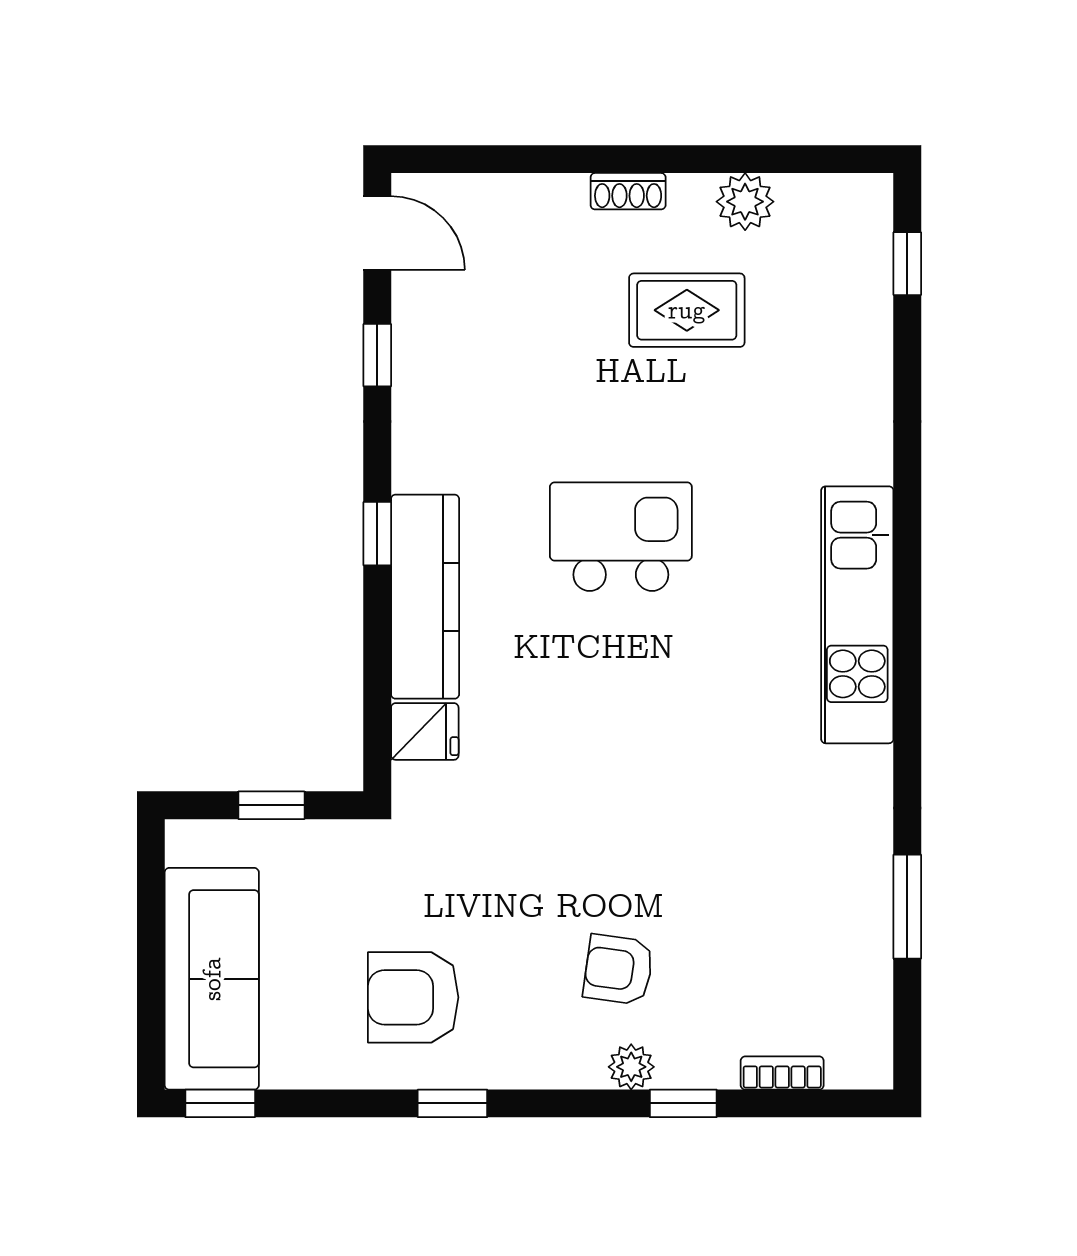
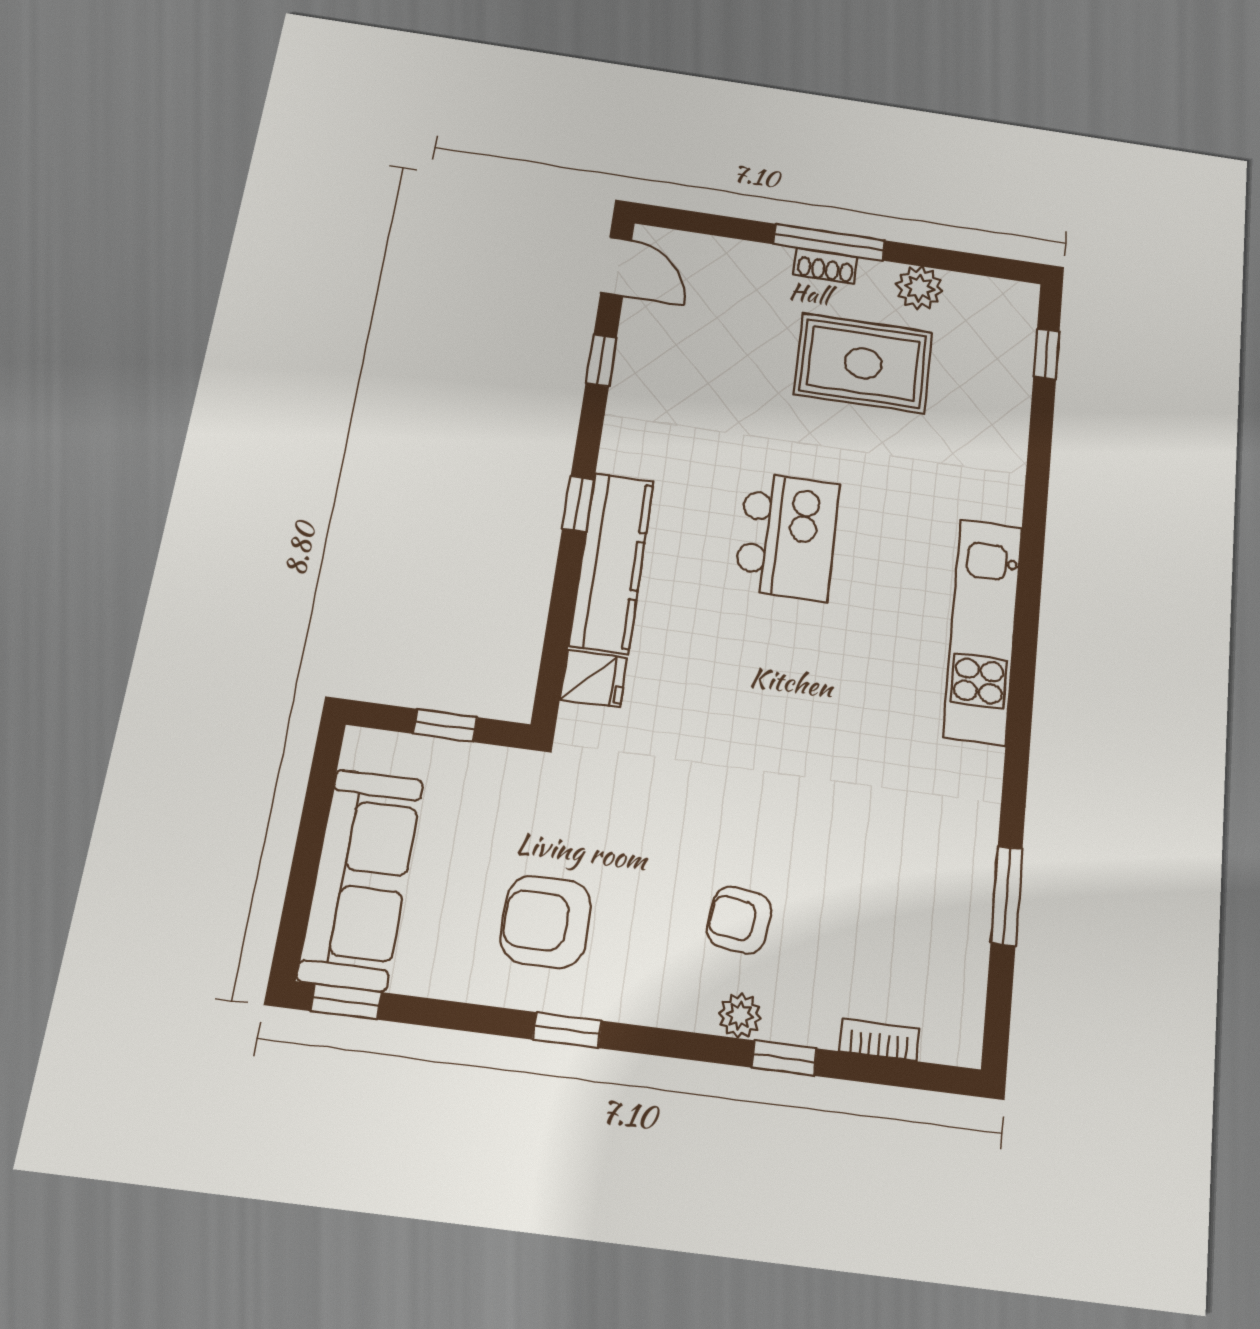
window: (629, 159) -> (829, 242), added
rug: (687, 310) -> (863, 363), width x1.36, depth x1.43
kitchen island: (621, 537) -> (787, 536), turned 90

